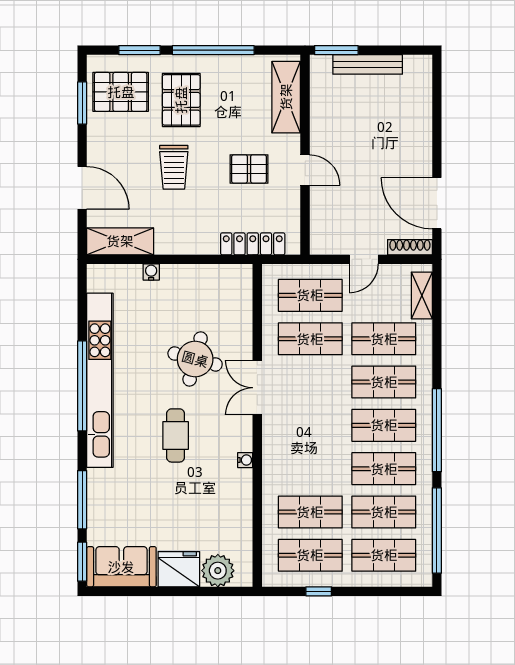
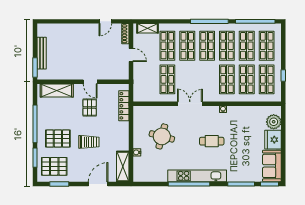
pallet: (121, 92) -> (54, 166), turned 90
door: (305, 170) -> (90, 82), swing flipped
door: (437, 203) -> (105, 21), width x0.53
shop shelf: (310, 295) -> (227, 79), moved
round table: (195, 359) -> (162, 136), moved
kitchen unit: (100, 380) -> (197, 176), width x0.73
double door: (257, 388) -> (190, 104), swing flipped

